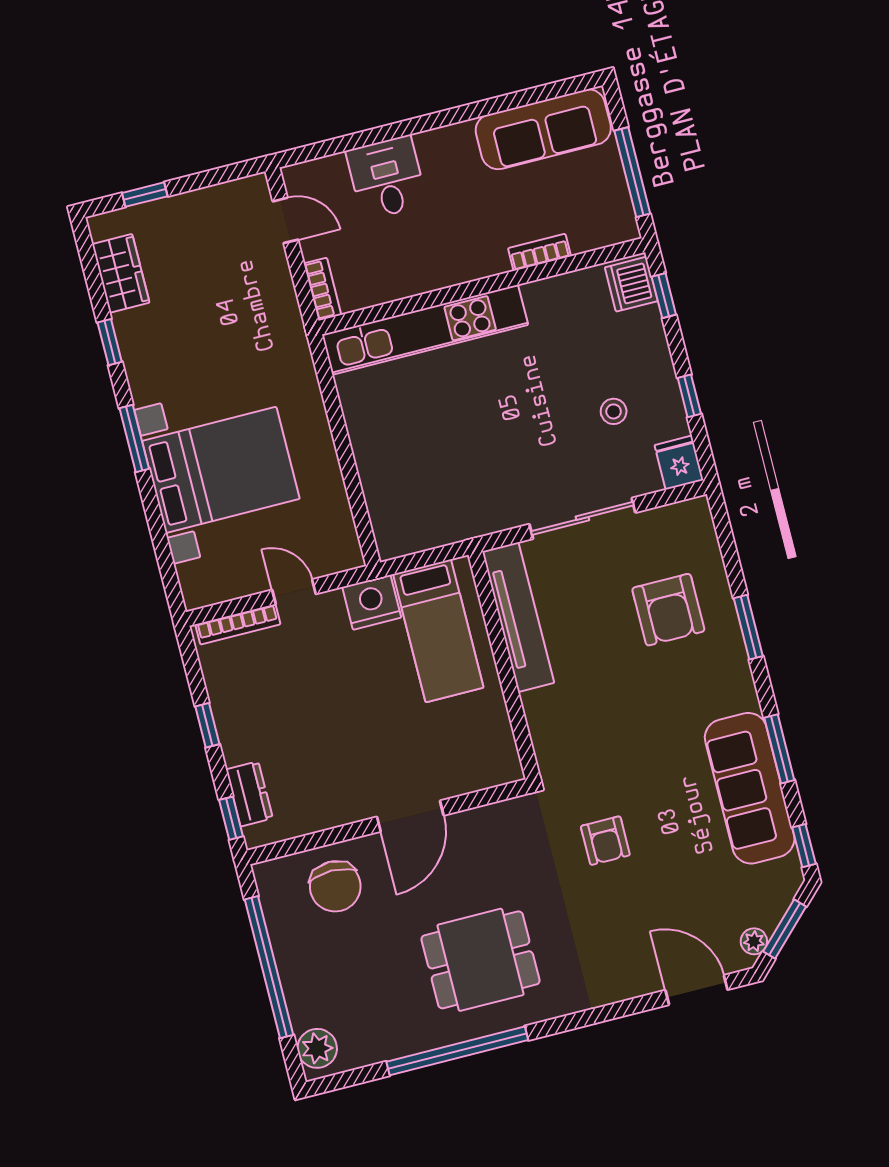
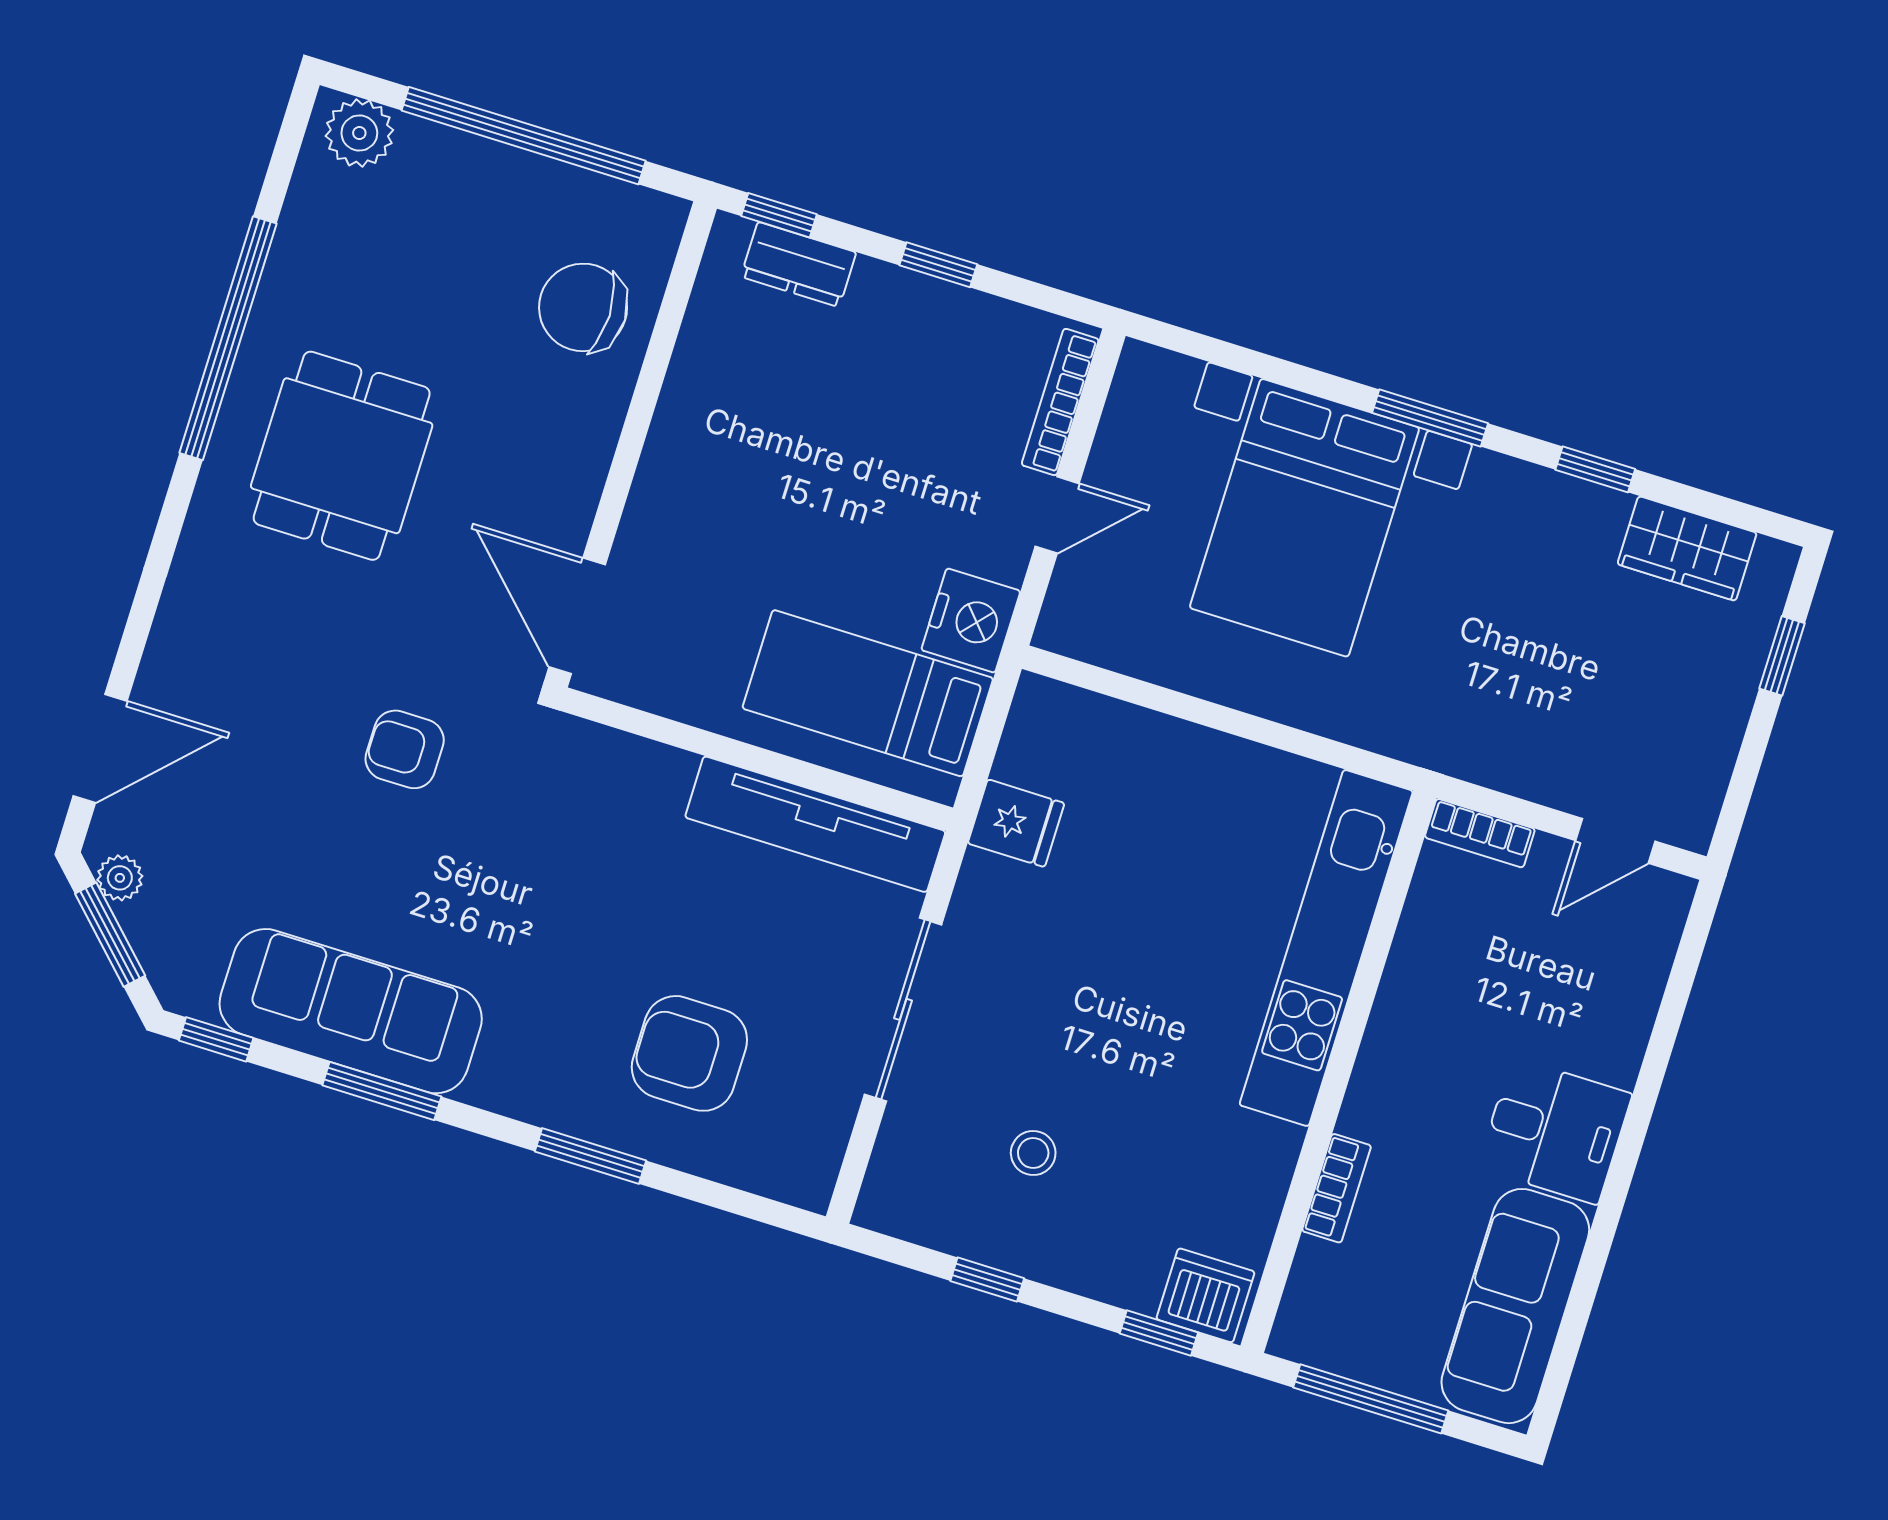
desk: (387, 178) -> (1555, 1131), moved
fridge: (679, 463) -> (1016, 823), moved
door: (410, 816) -> (577, 616), moved

